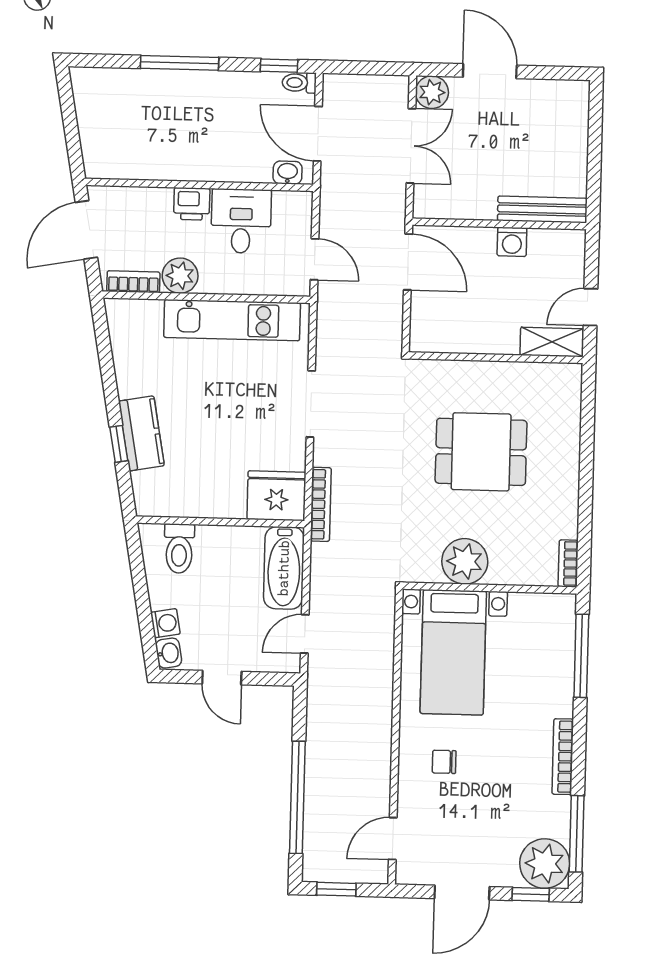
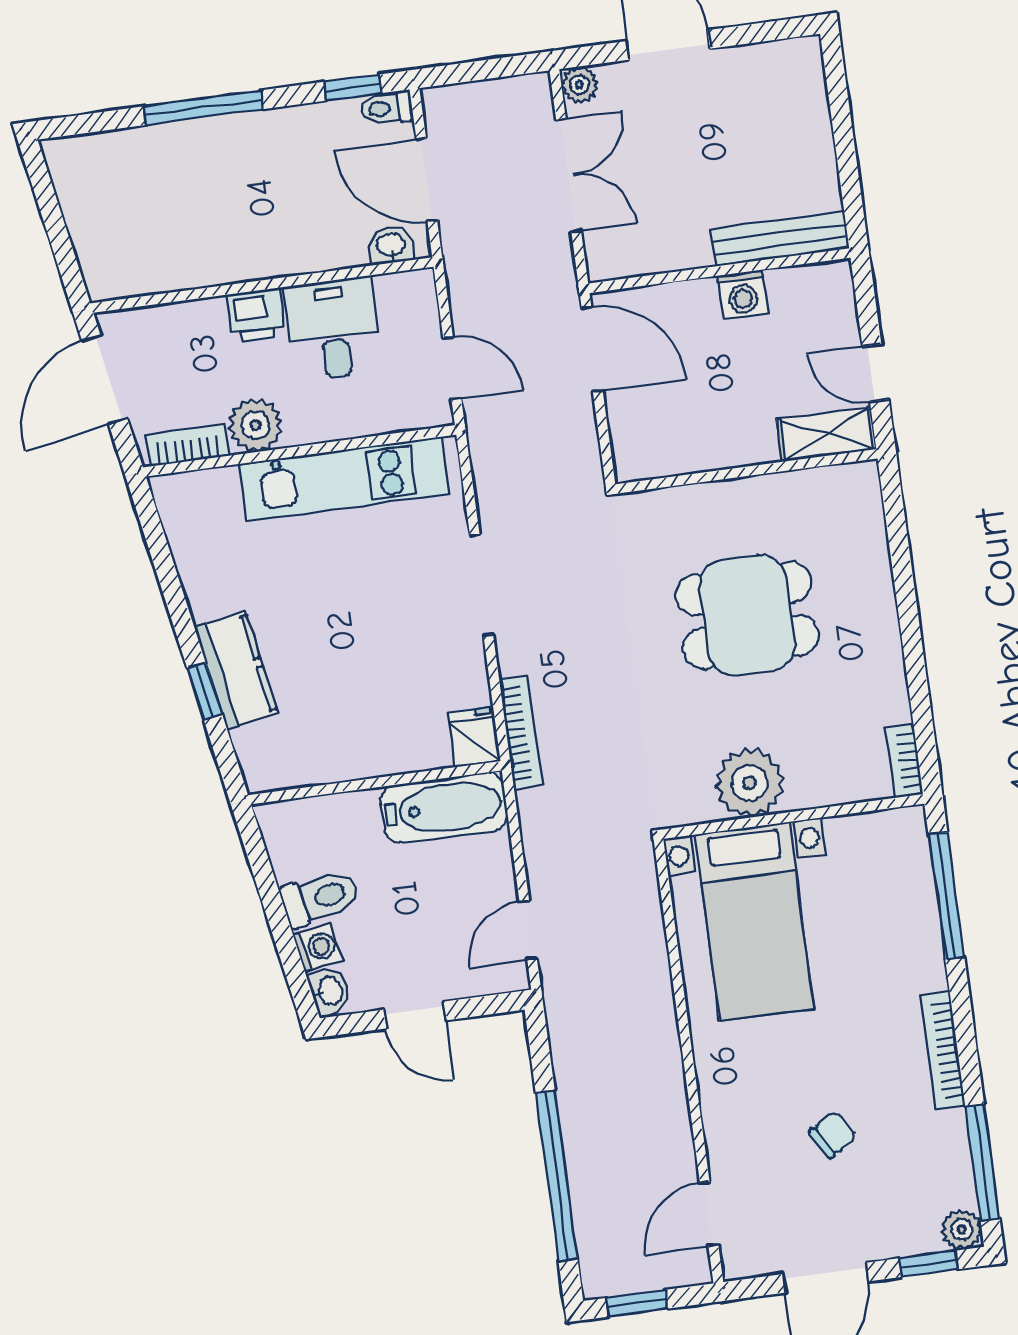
plant: (432, 92) -> (579, 85), width x0.73, depth x0.73
door: (590, 307) -> (876, 373), hinge flipped
fridge: (276, 496) -> (474, 737), width x0.53, depth x0.75
toilet: (179, 548) -> (320, 898), moved, turned -100
bathtub: (284, 568) -> (444, 808), moved, turned -90
chair: (444, 762) -> (833, 1135), moved, turned 149
plant: (545, 864) -> (962, 1230), width x0.53, depth x0.53

